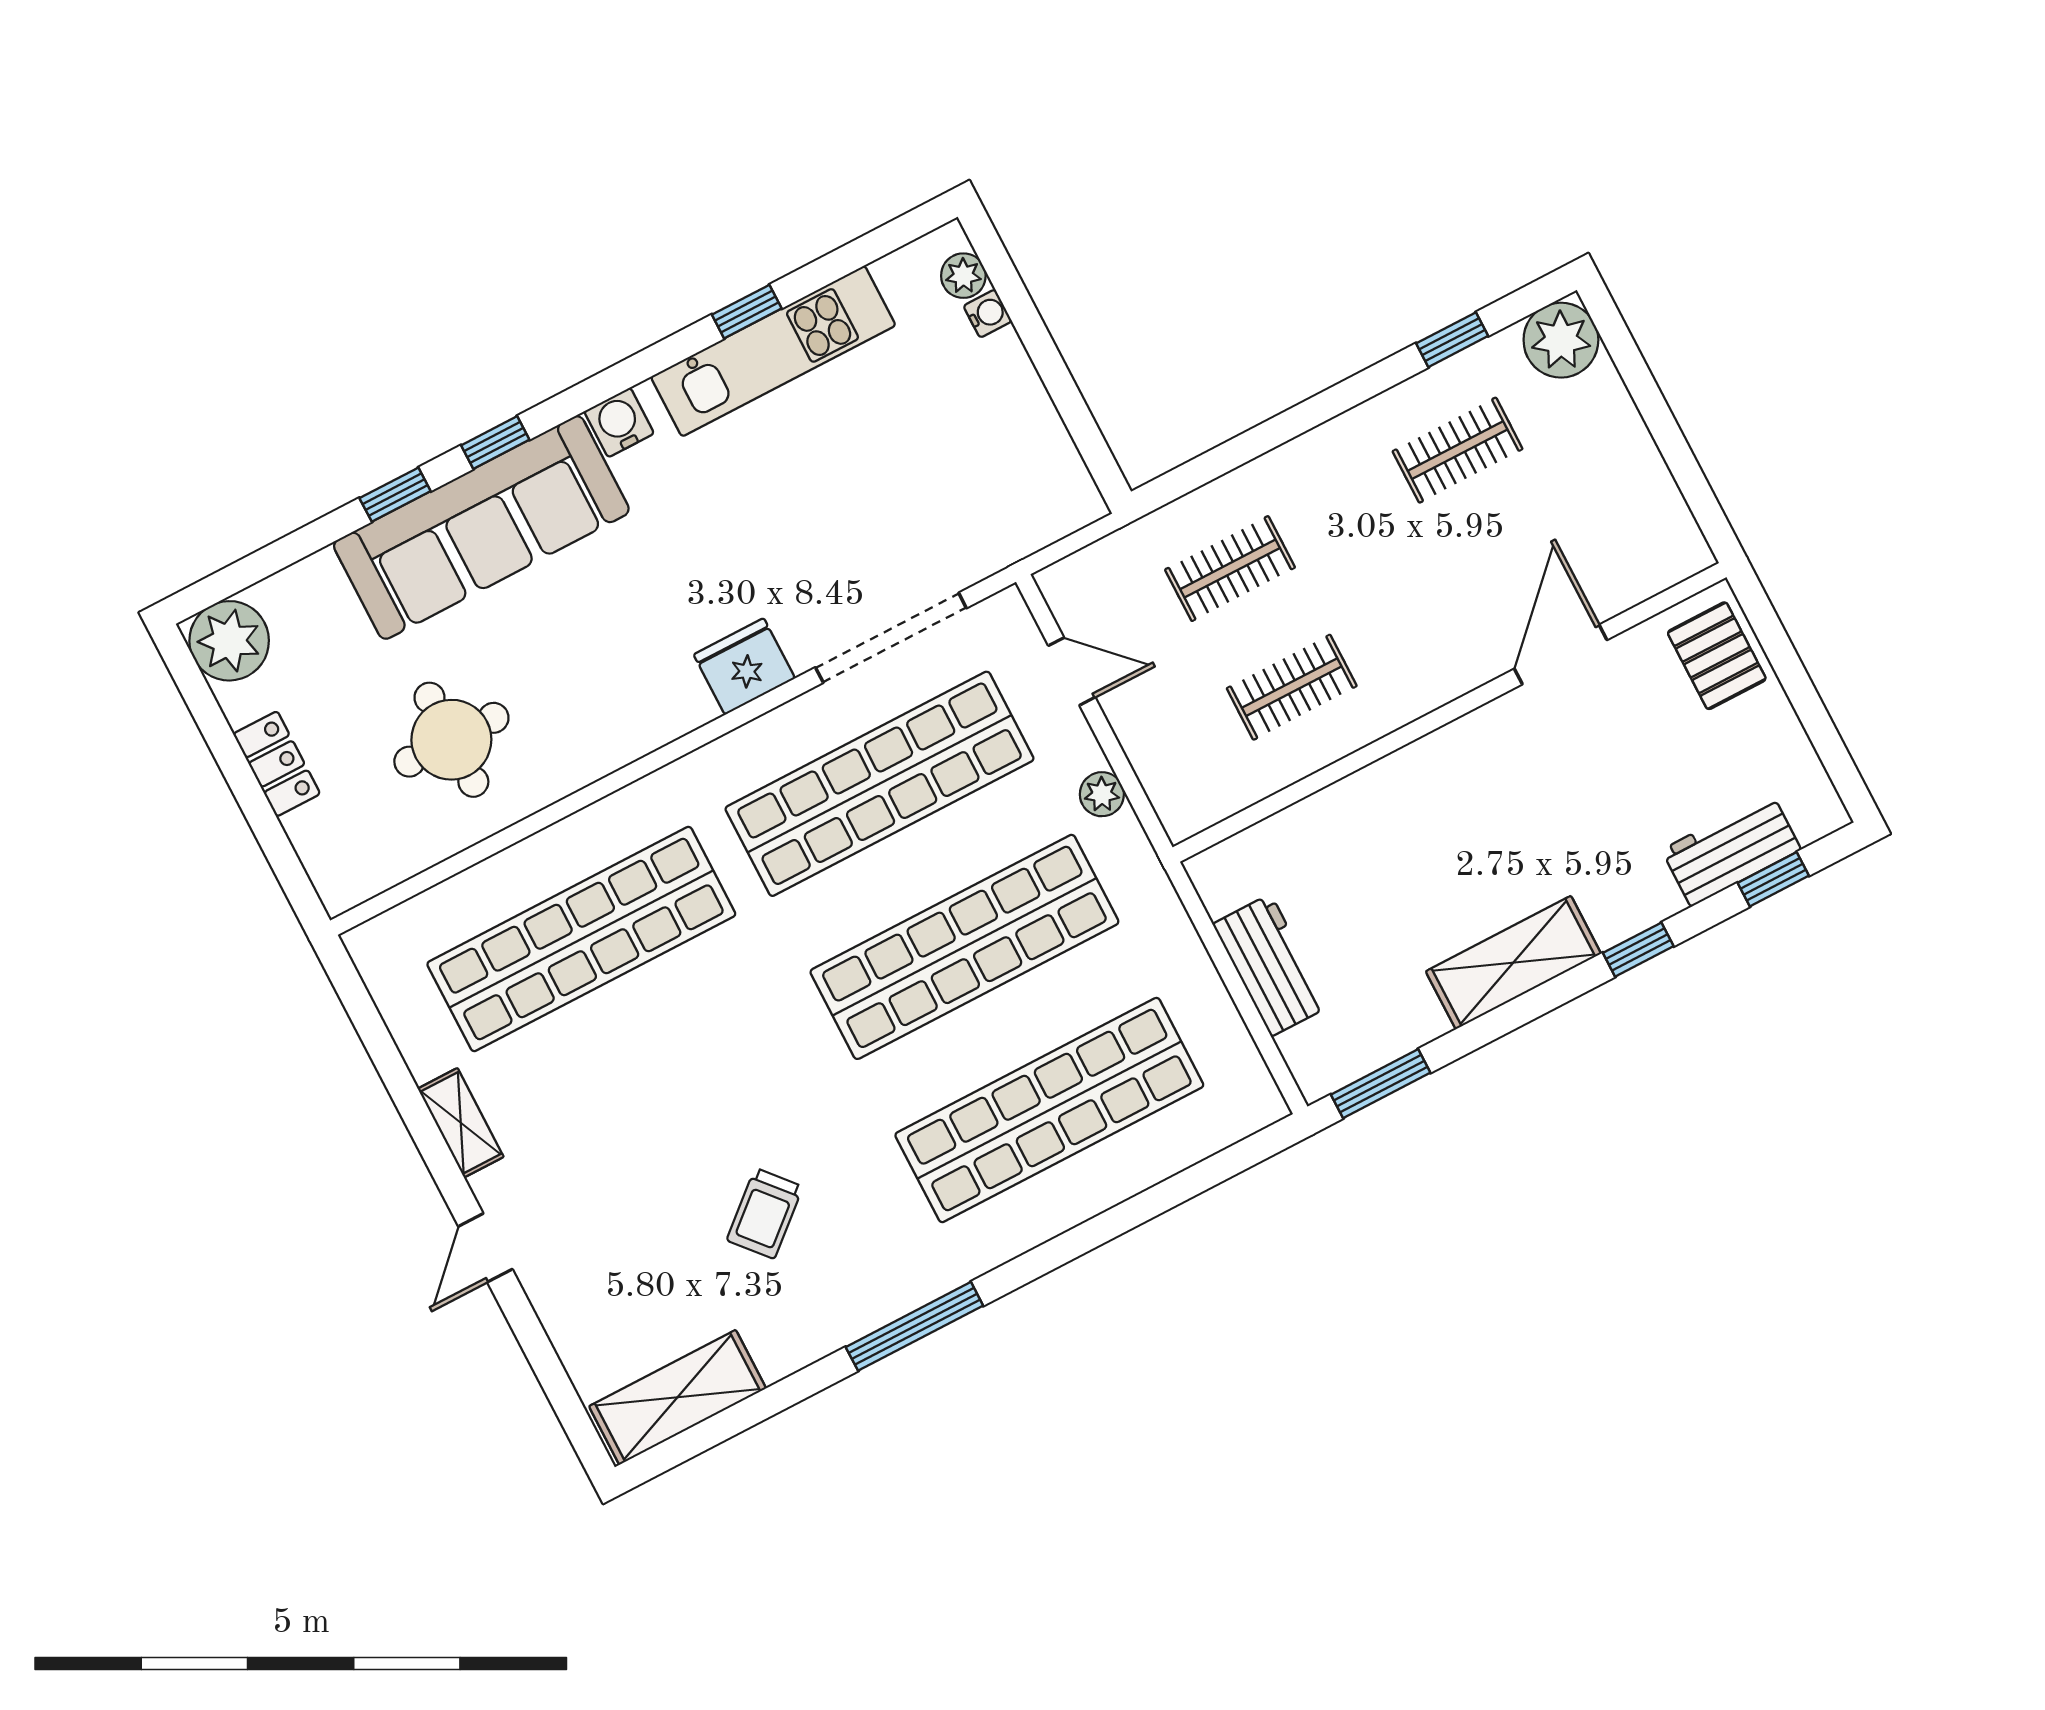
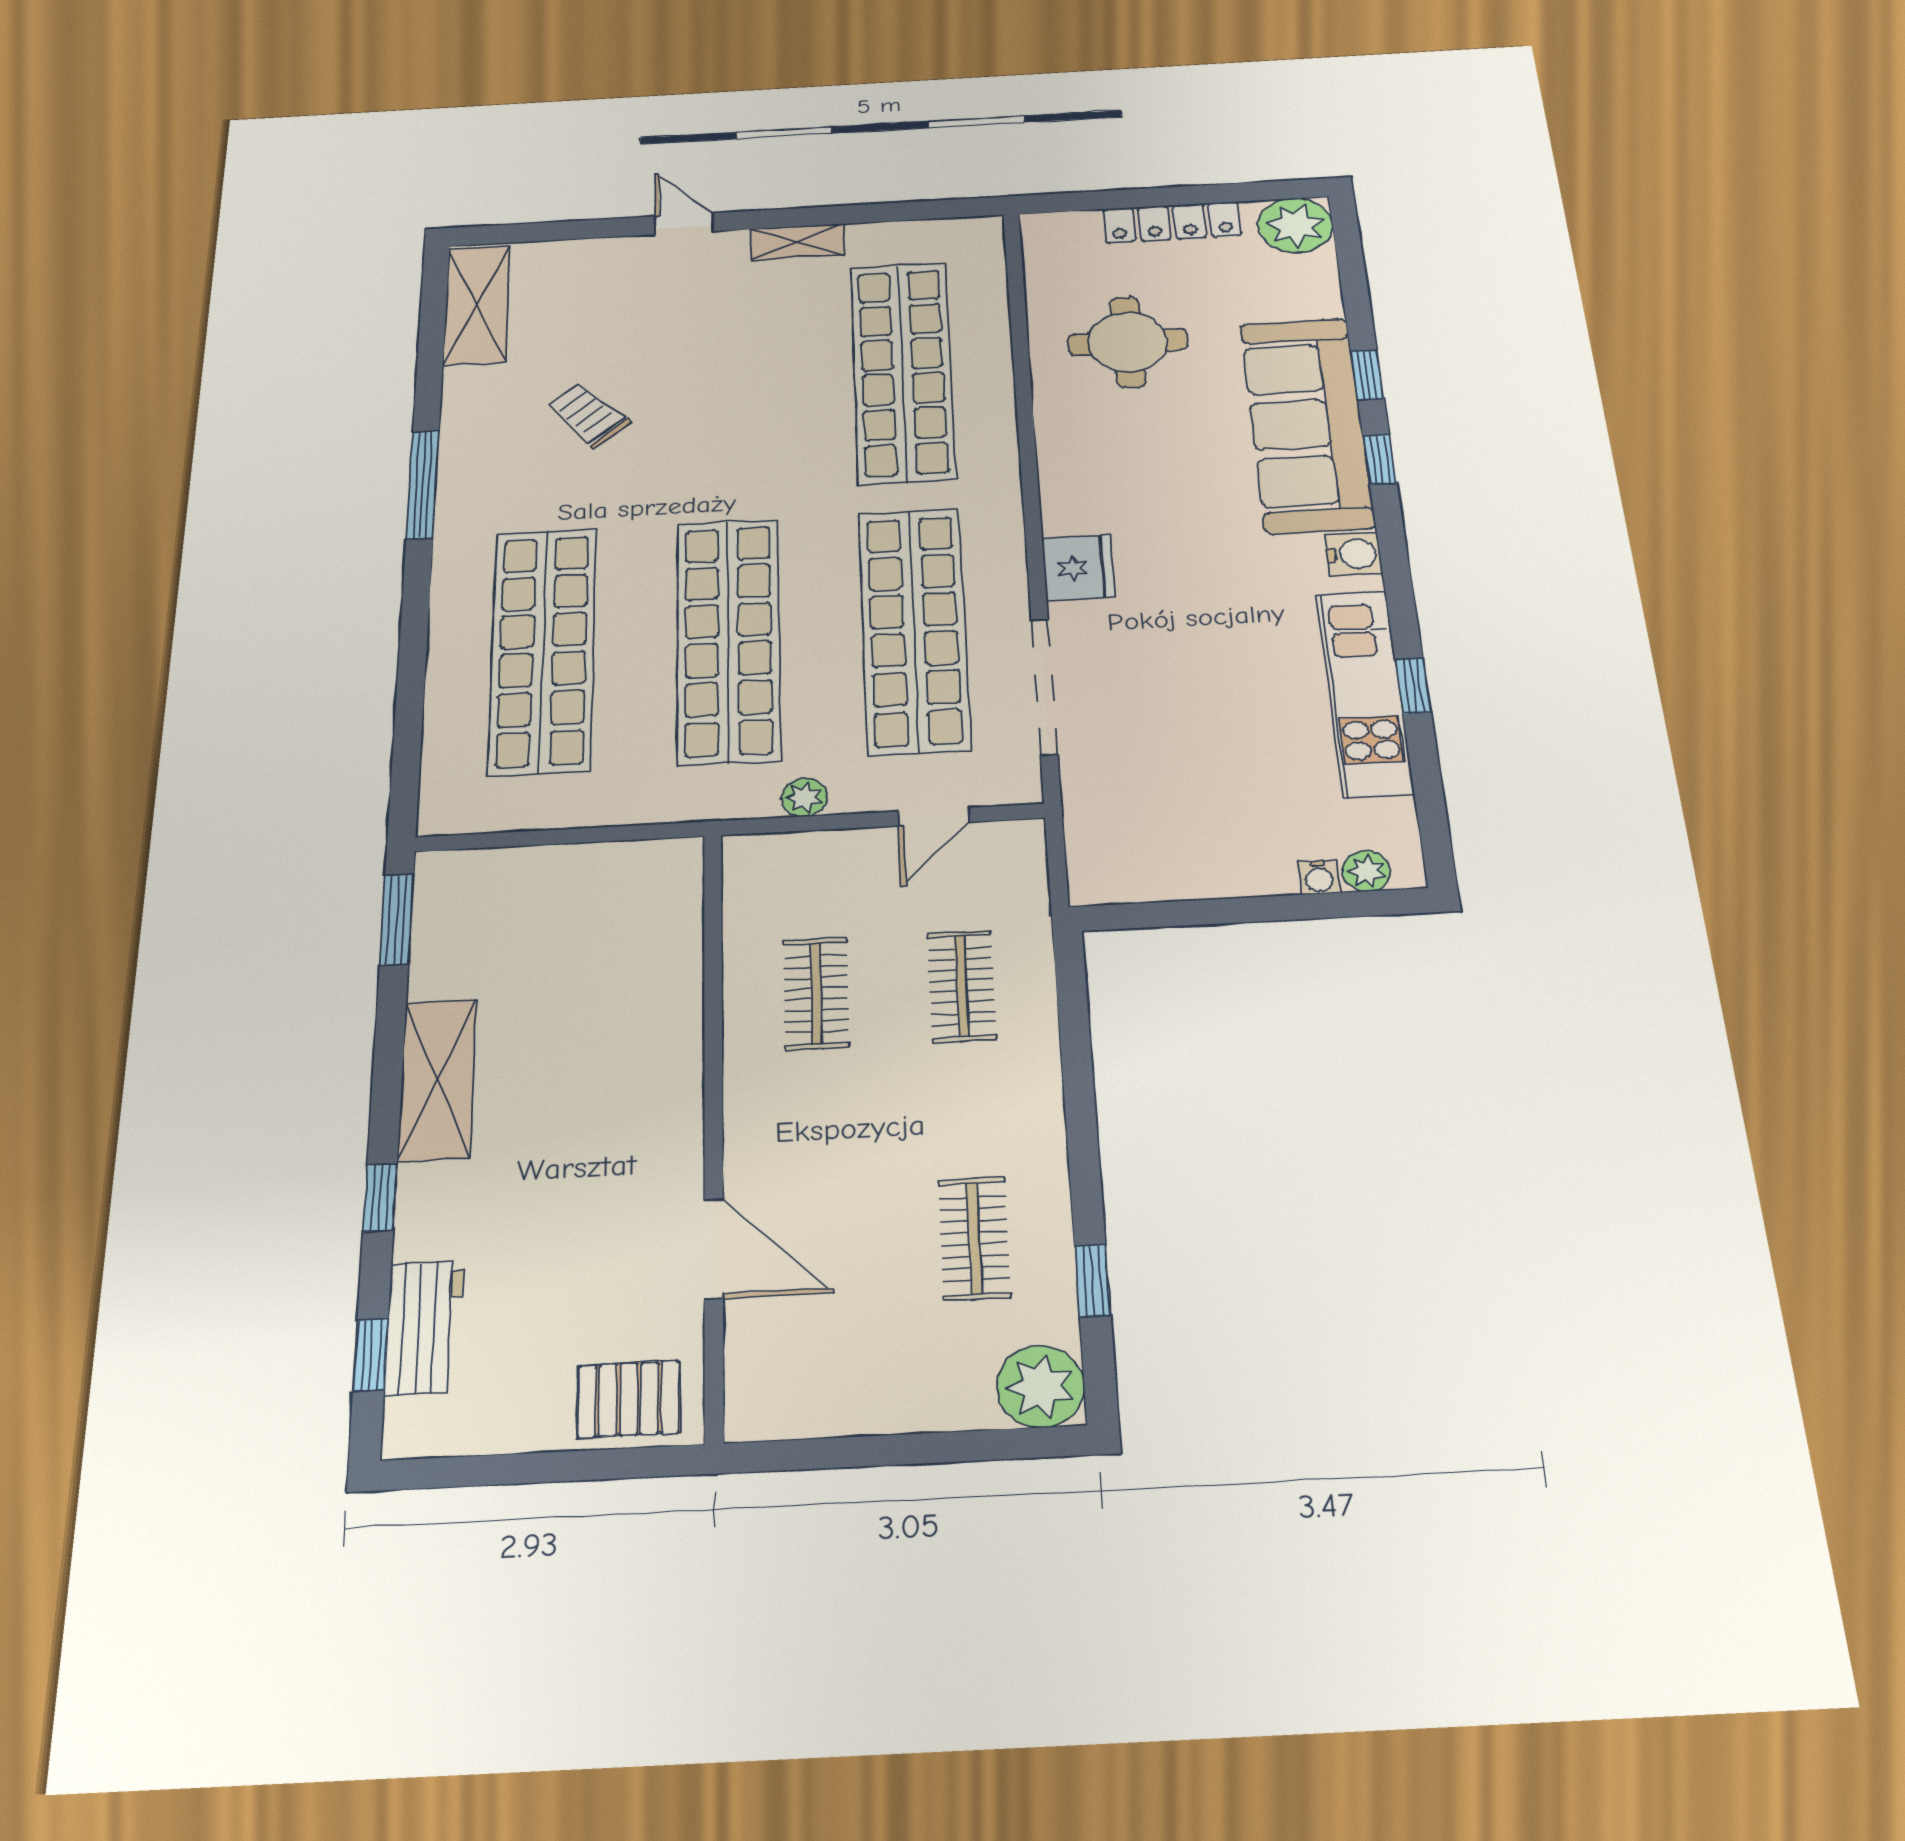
locker: (277, 764) -> (1172, 222), width x1.53
workbench: (1271, 965) -> (563, 873), removed

